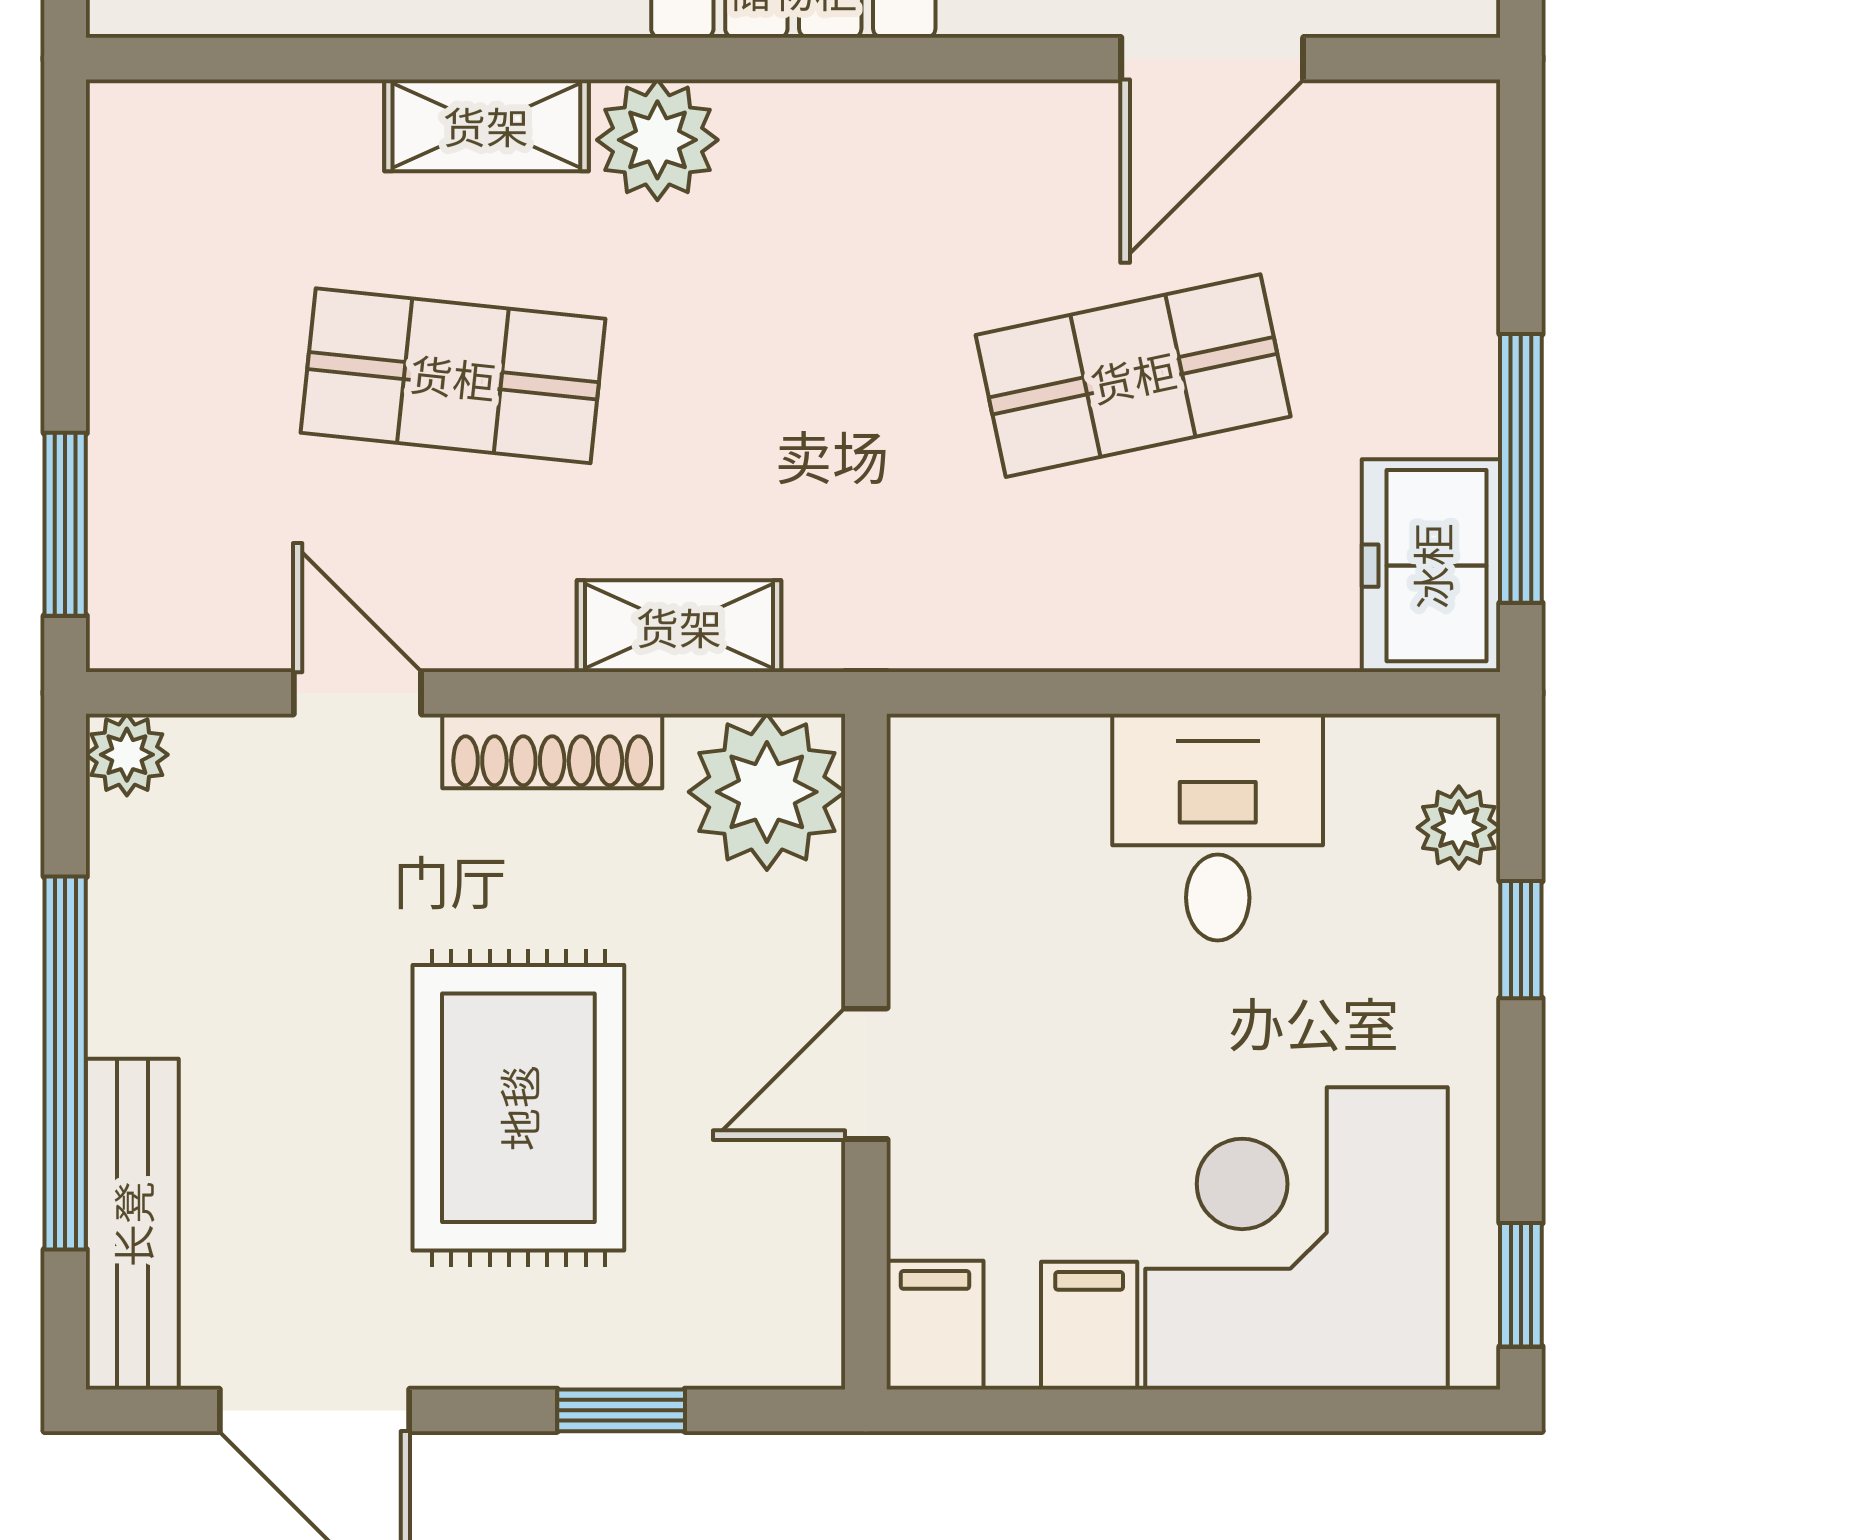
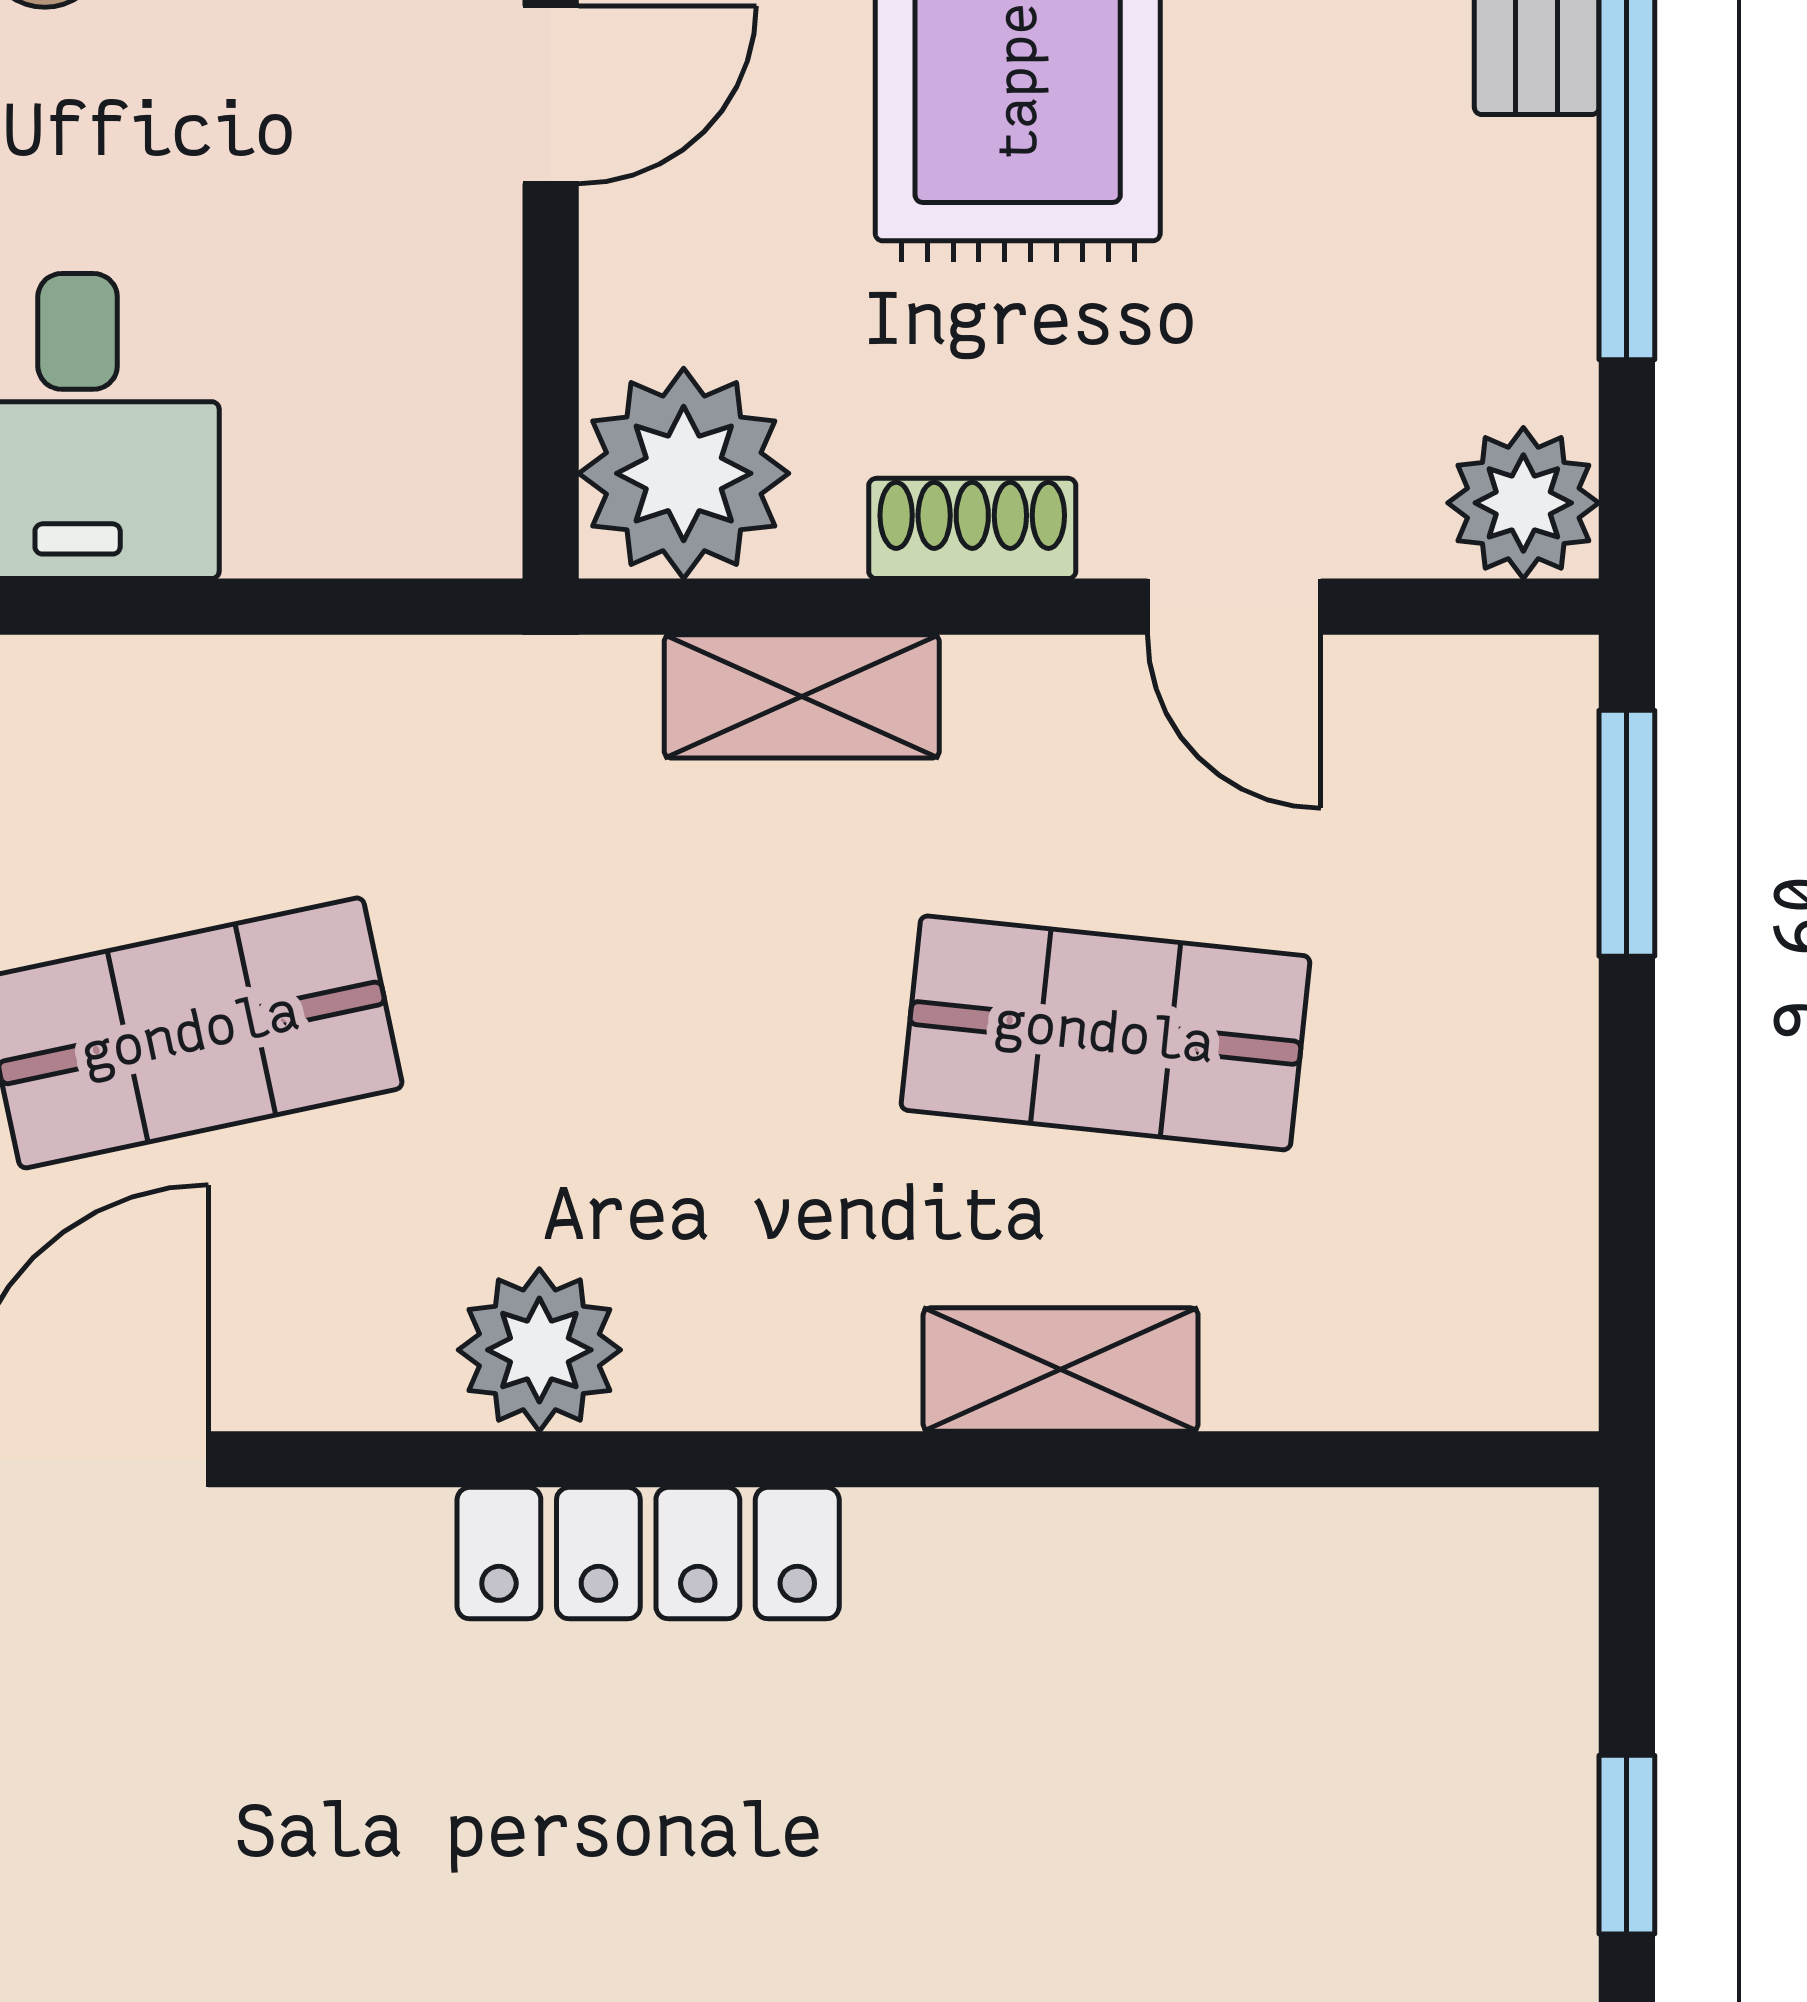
plant: (657, 140) -> (539, 1350), moved
shoe rack: (552, 751) -> (972, 528), width x0.70
plant: (127, 755) -> (1523, 503), width x1.38, depth x1.38

